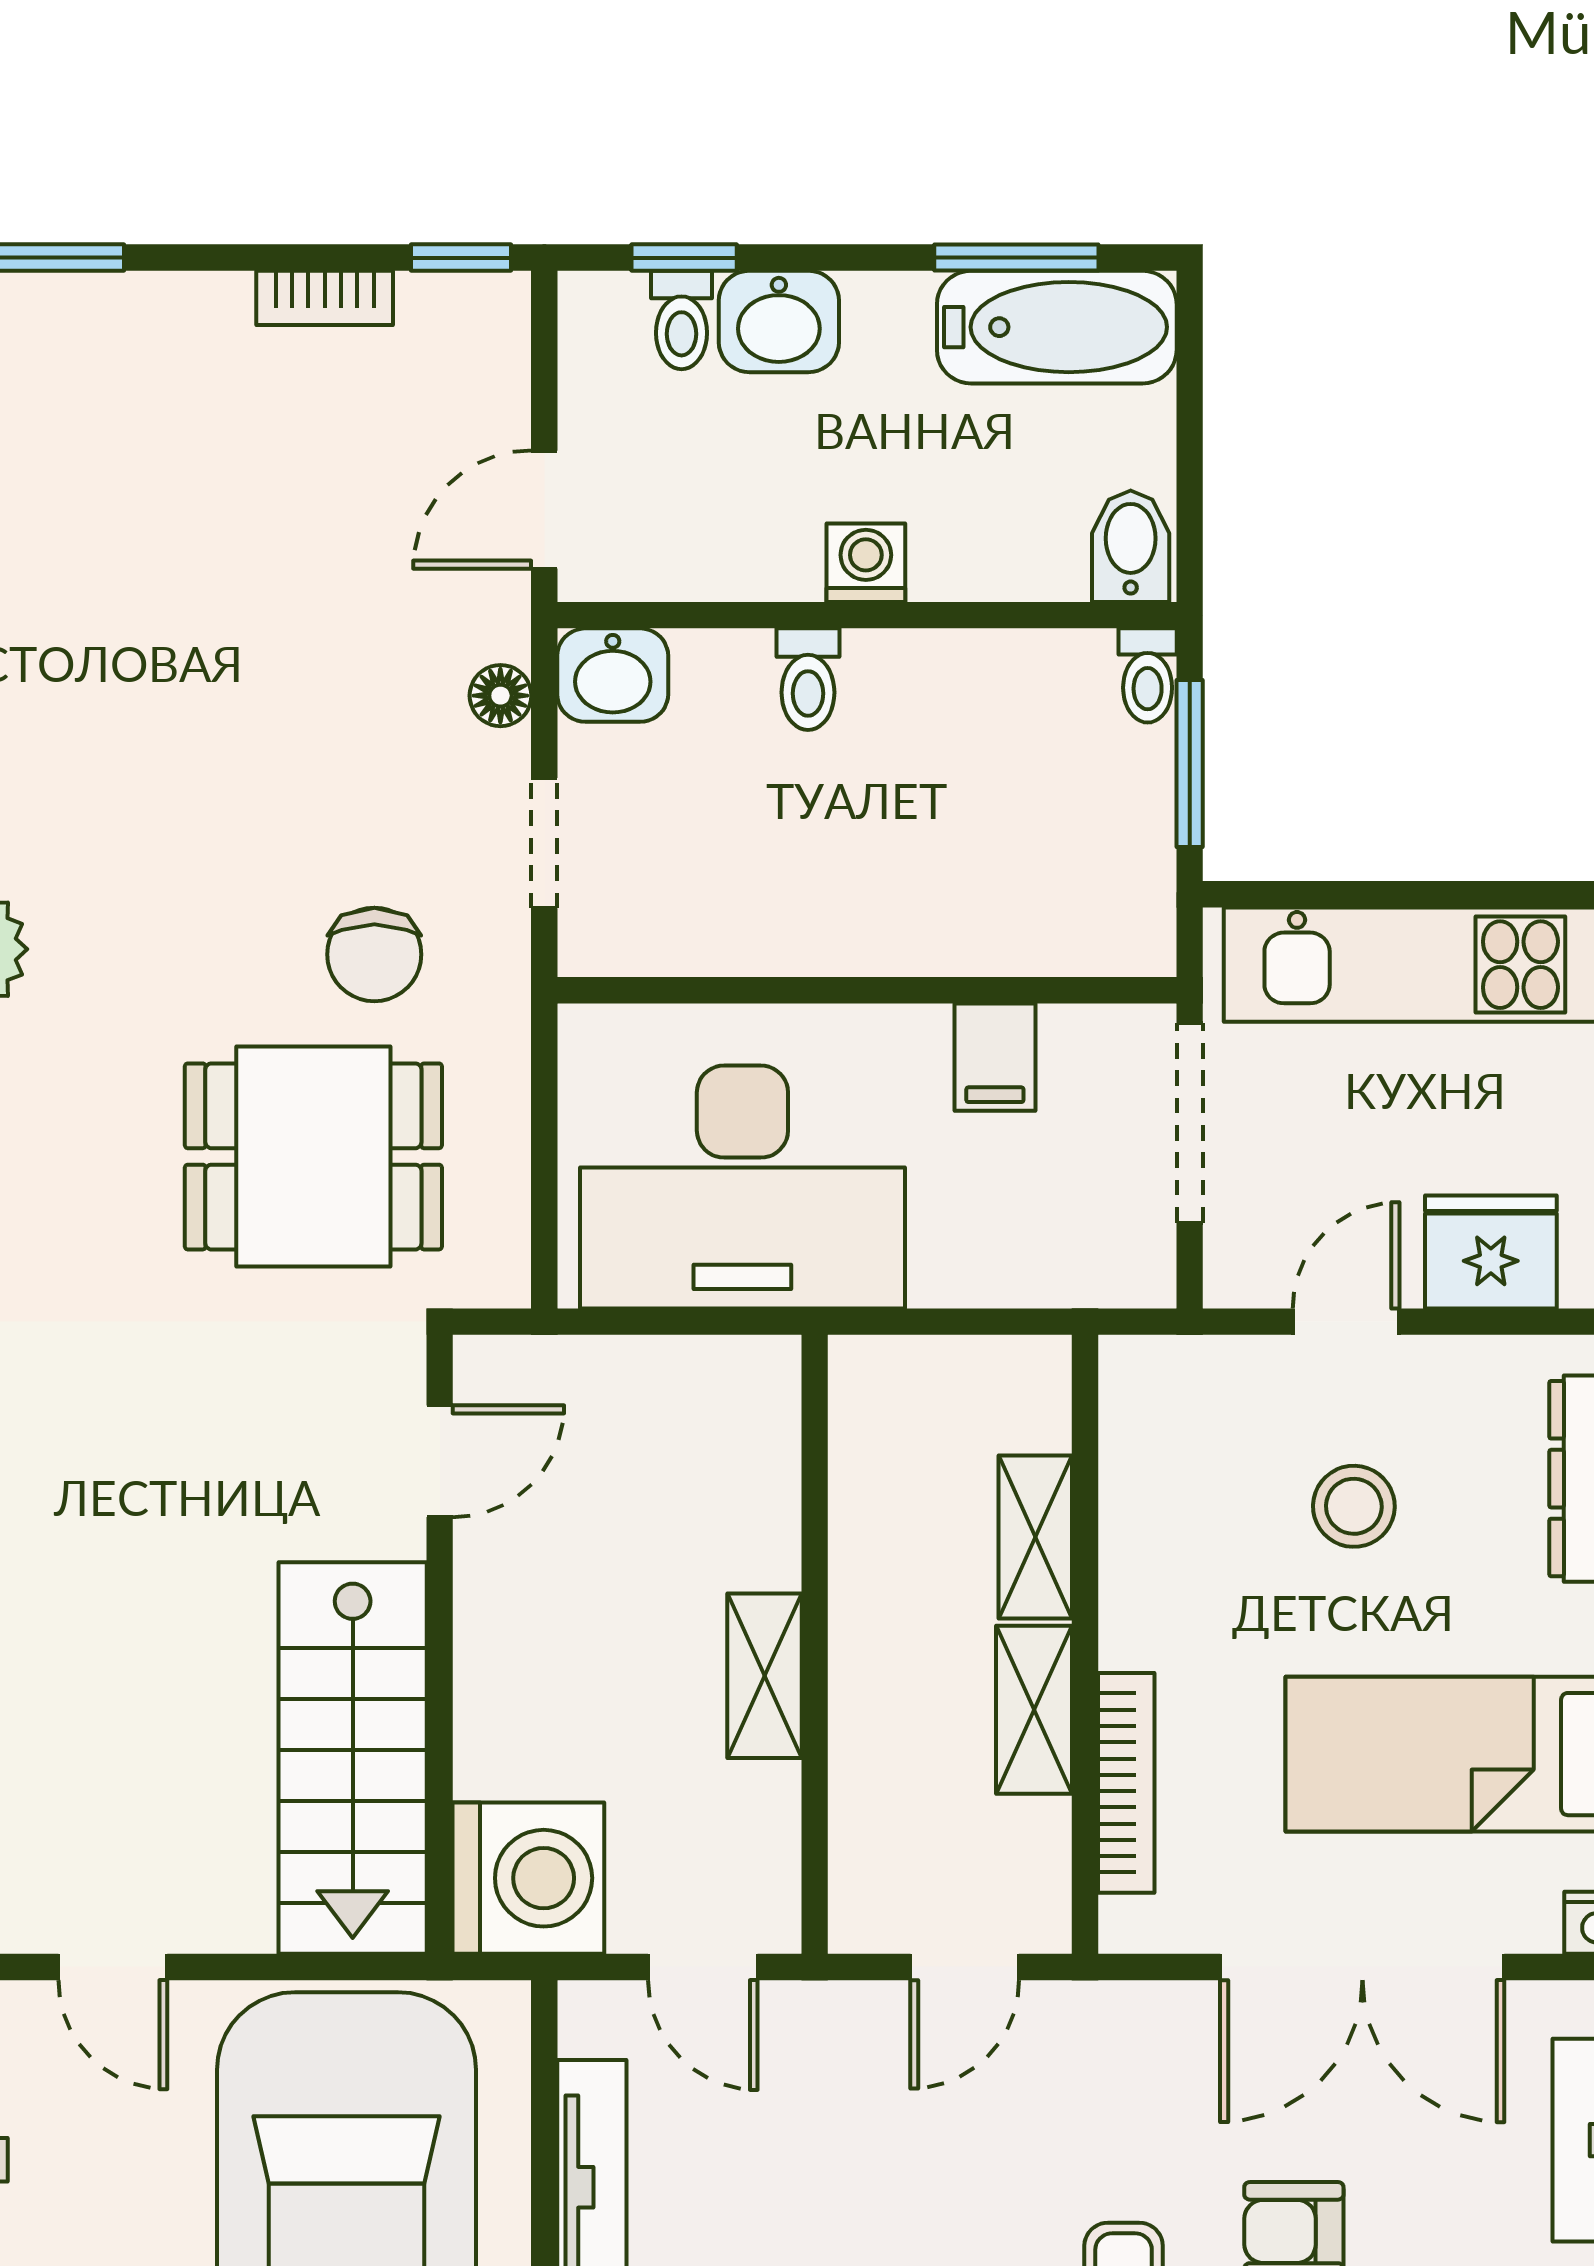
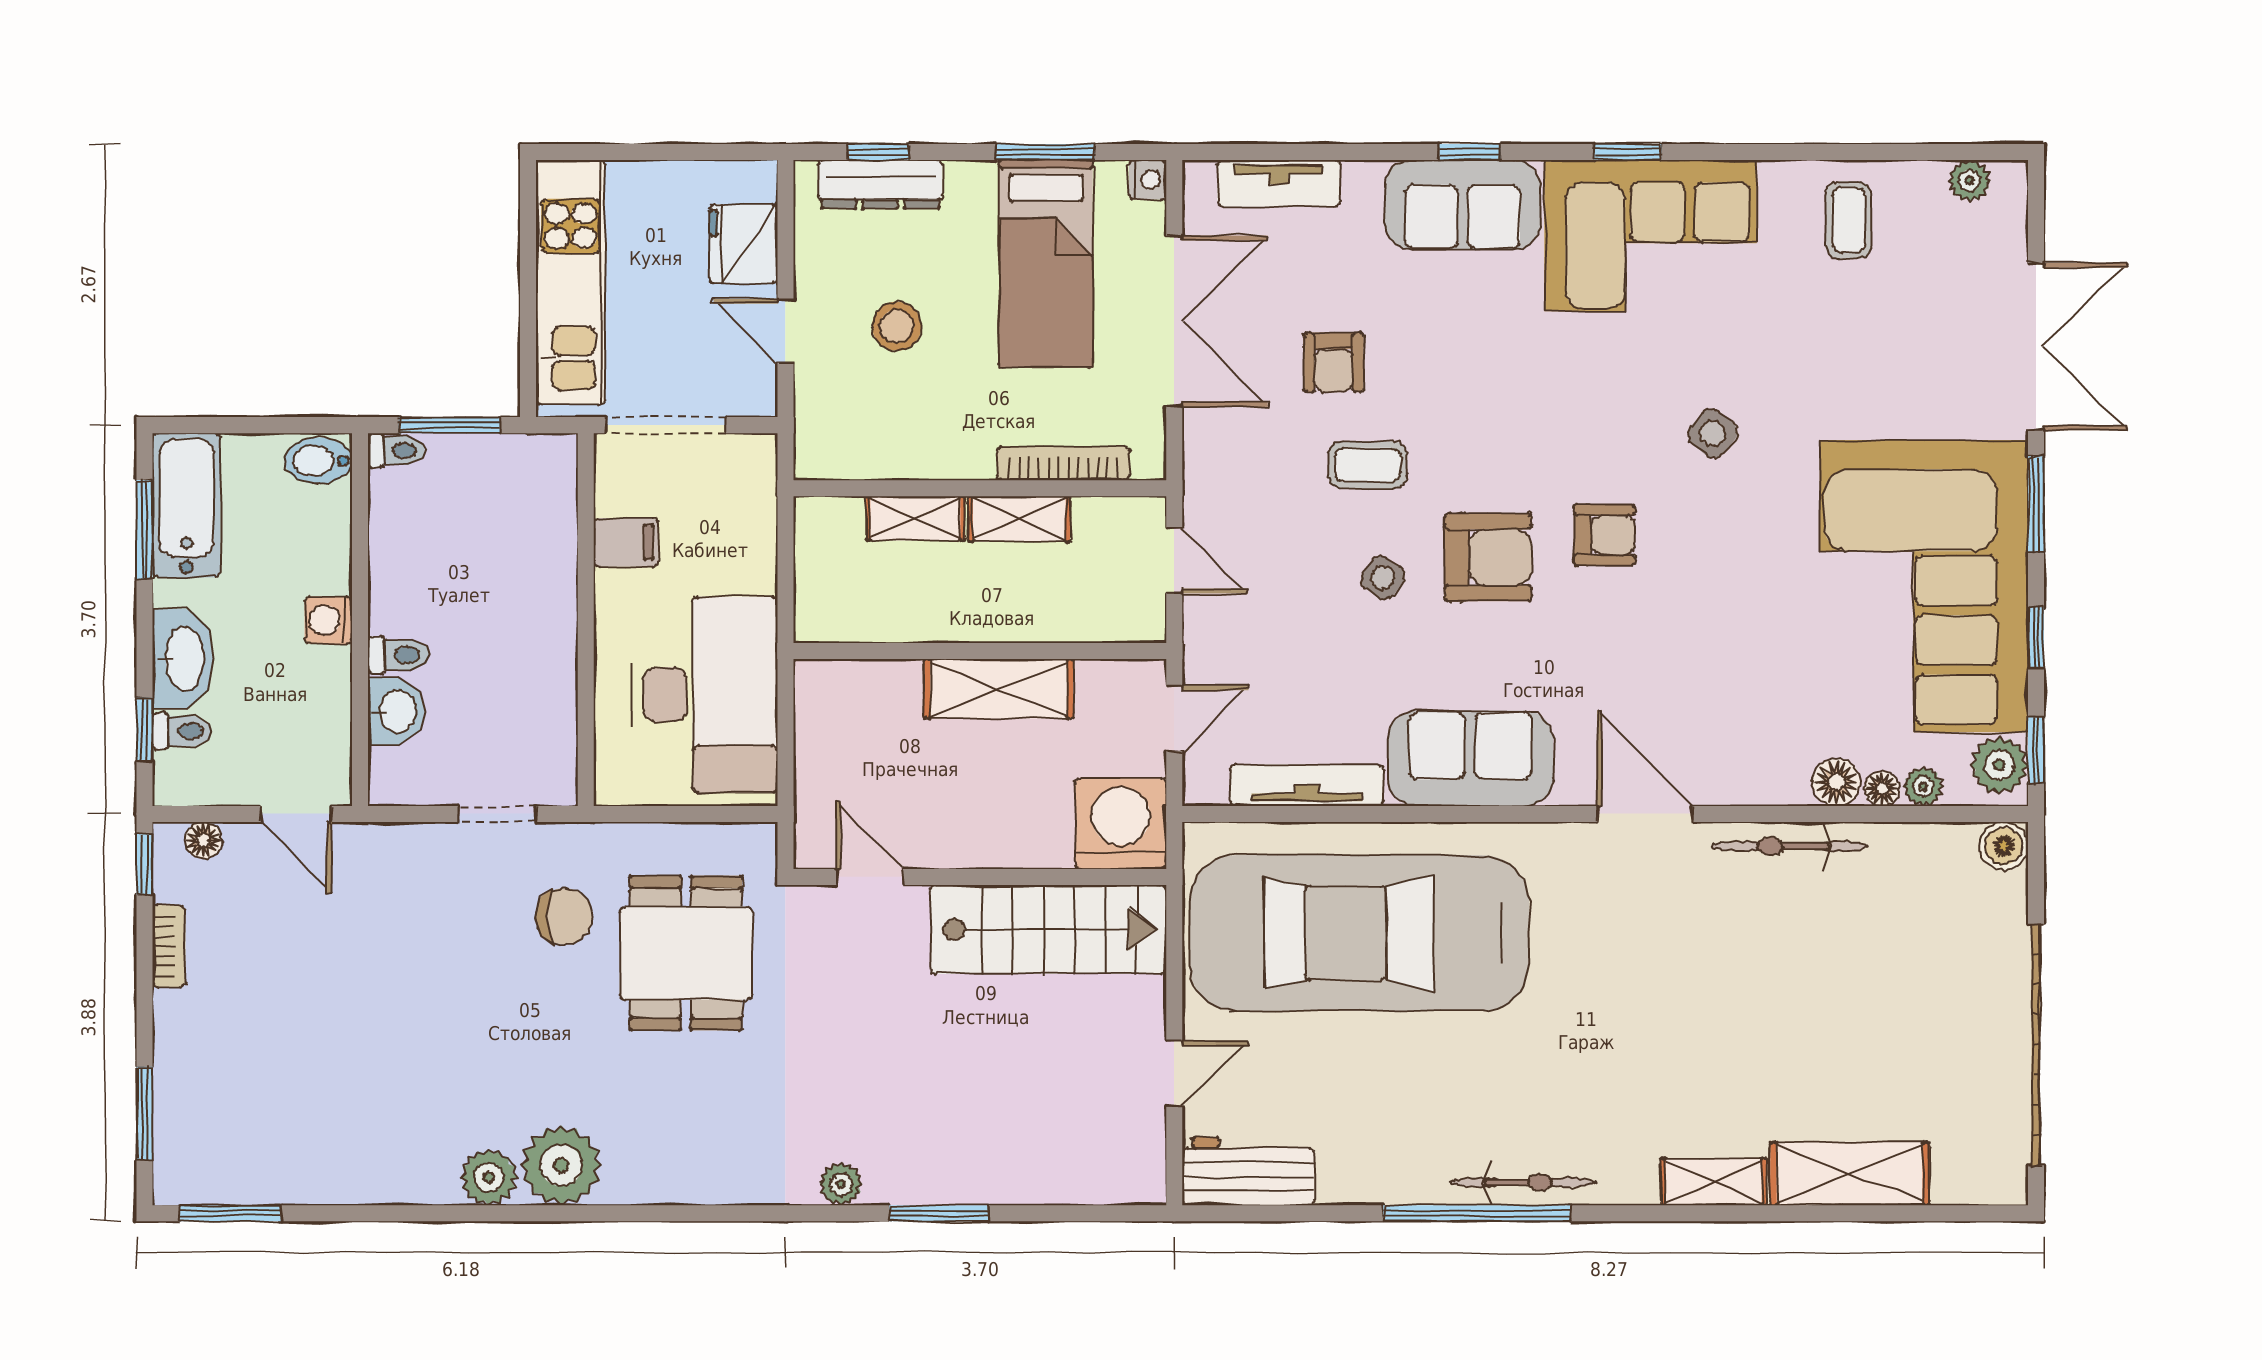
washbasin: (779, 321) -> (183, 659), width x1.38
washbasin: (613, 675) -> (396, 711), moved
floor lamp: (500, 696) -> (203, 840), moved
shelving: (764, 1676) -> (999, 689), width x1.50, depth x1.33

